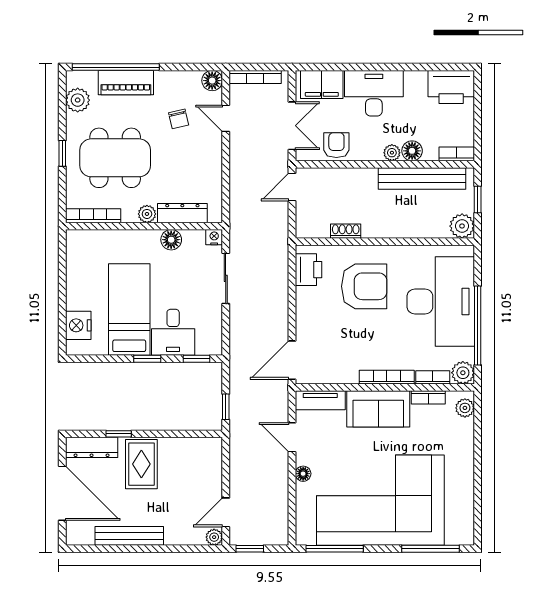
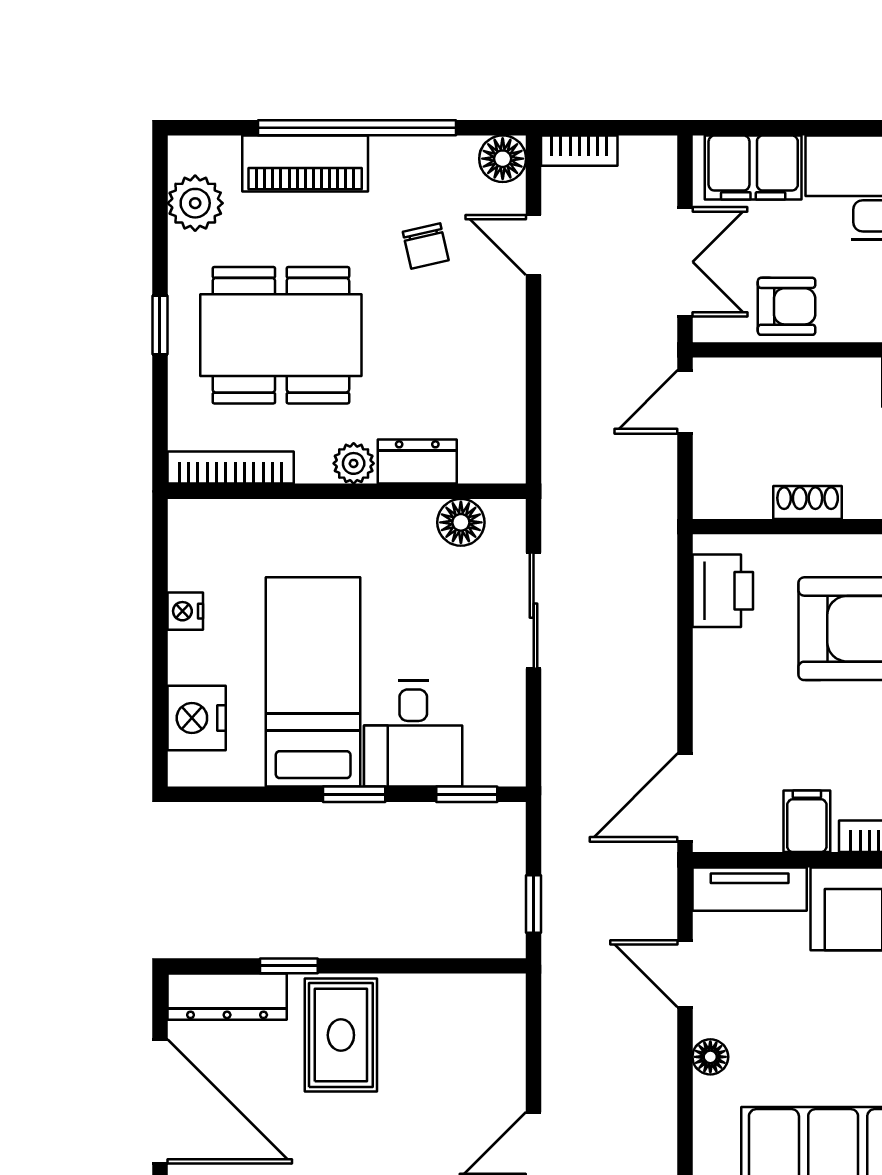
window: (116, 67) -> (357, 128), moved
bookcase: (255, 77) -> (579, 151), width x0.64
armchair: (336, 145) -> (787, 306), turned 90
dresser: (182, 213) -> (417, 462), width x0.70
nightstand: (214, 237) -> (185, 611), moved, turned -90
floor lamp: (171, 240) -> (461, 522), moved
filing cabinet: (345, 371) -> (807, 821), added

